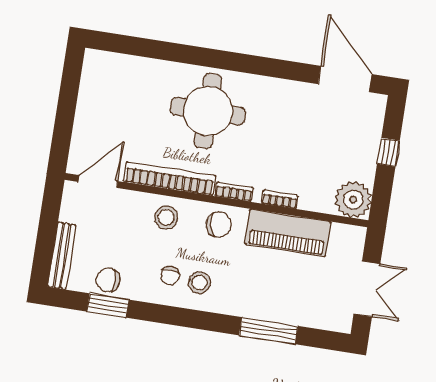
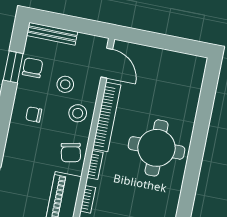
stool: (200, 283) -> (65, 84), moved

